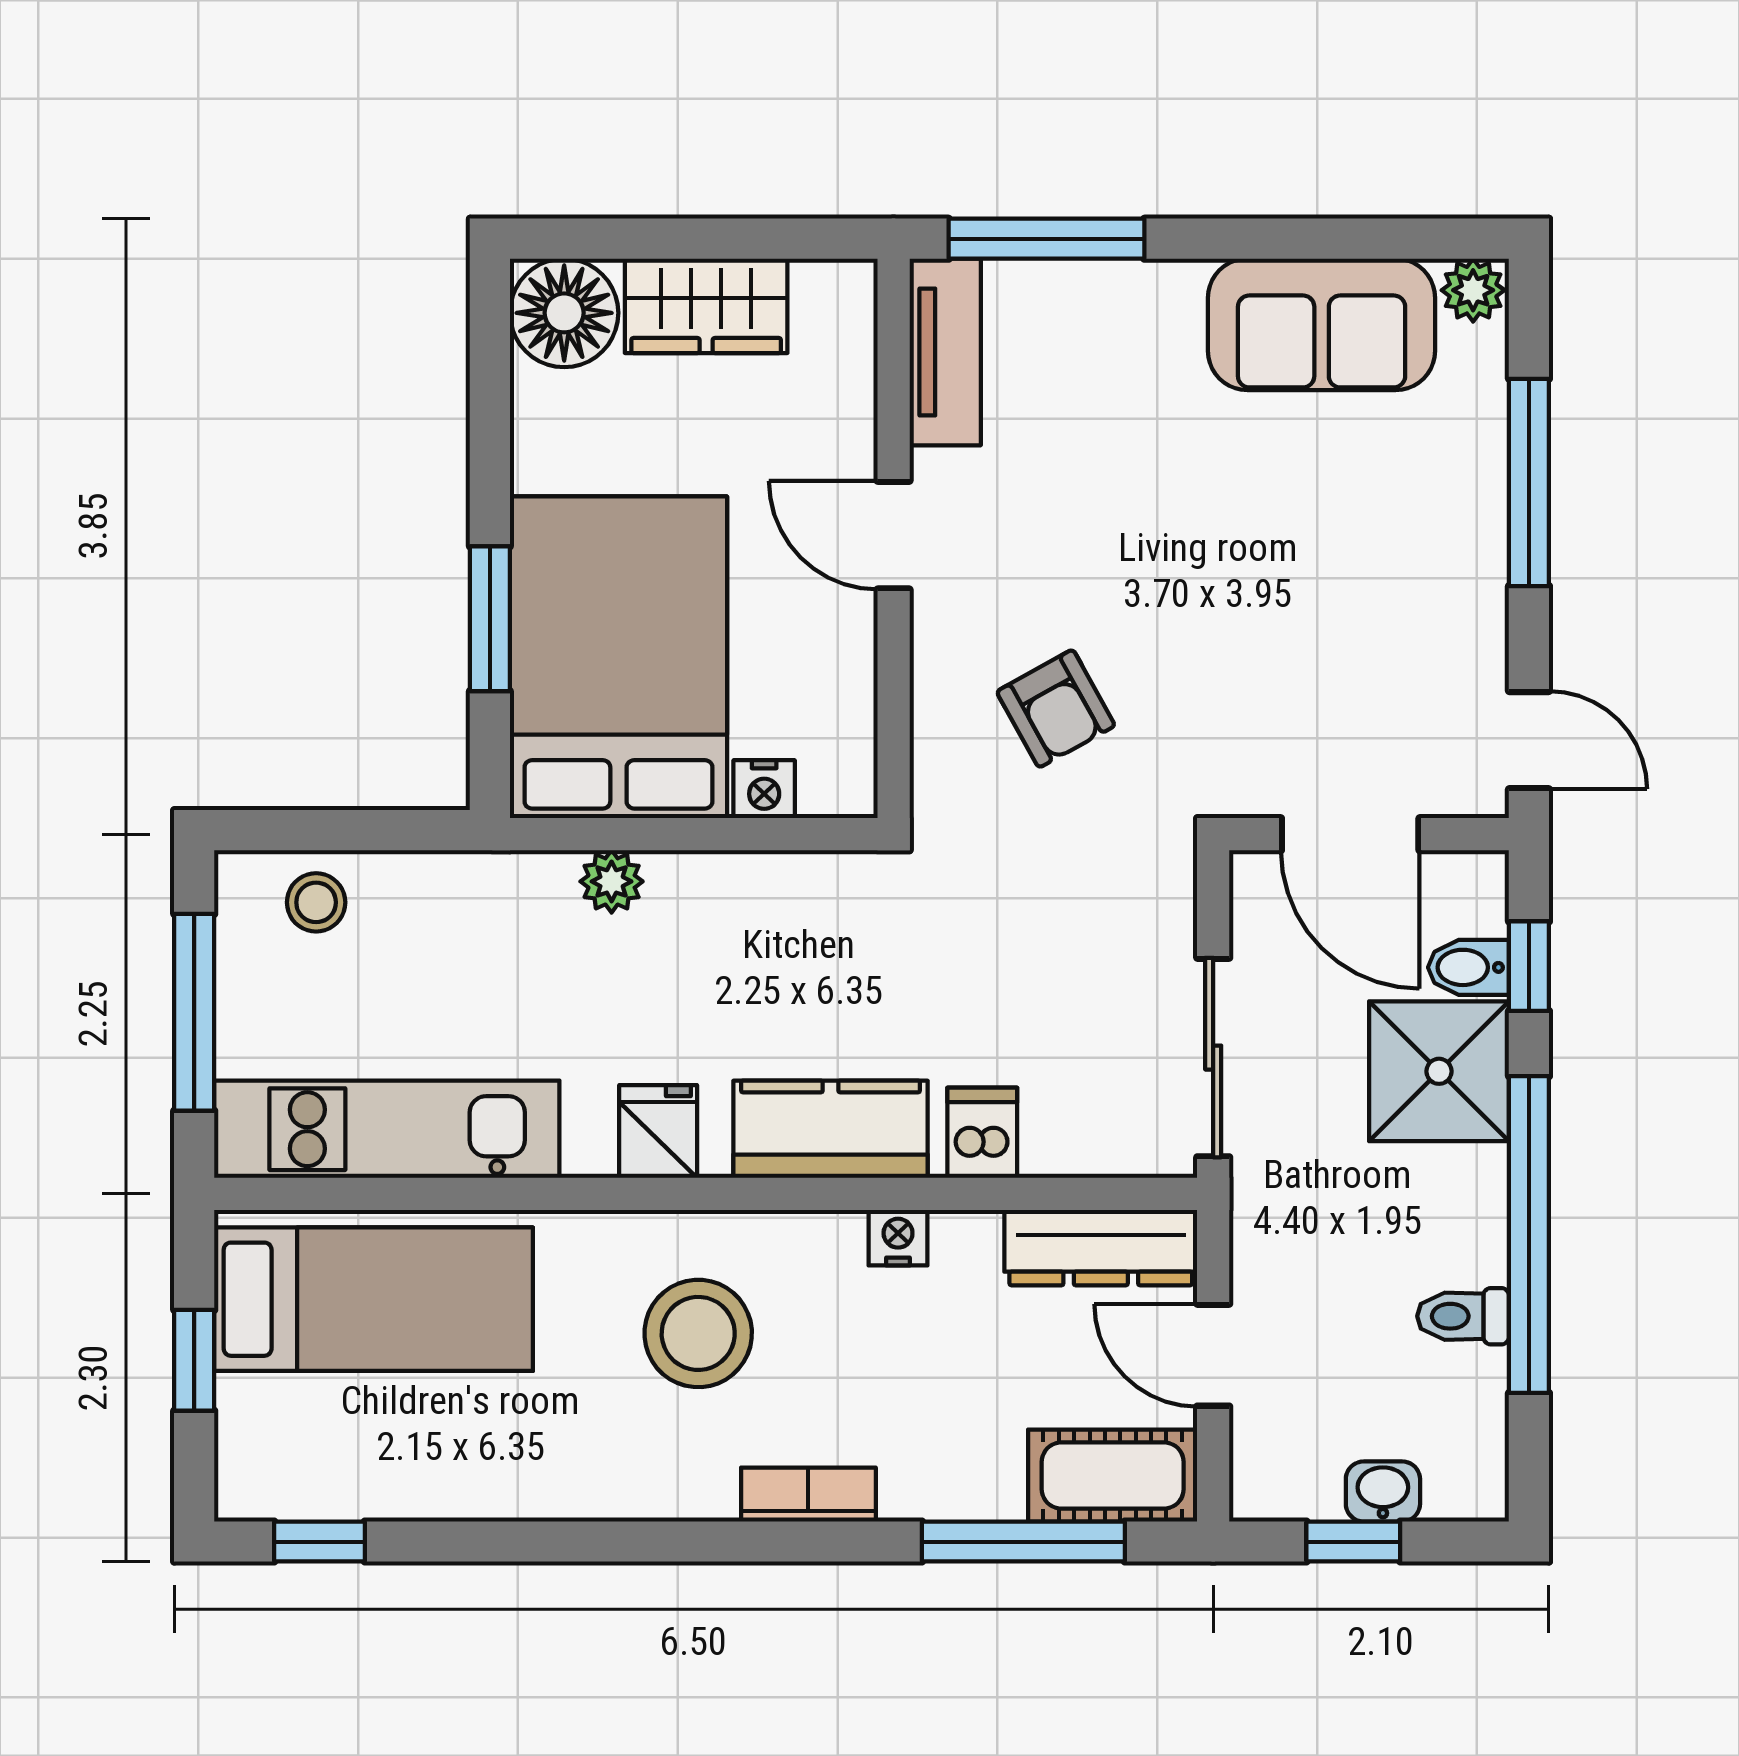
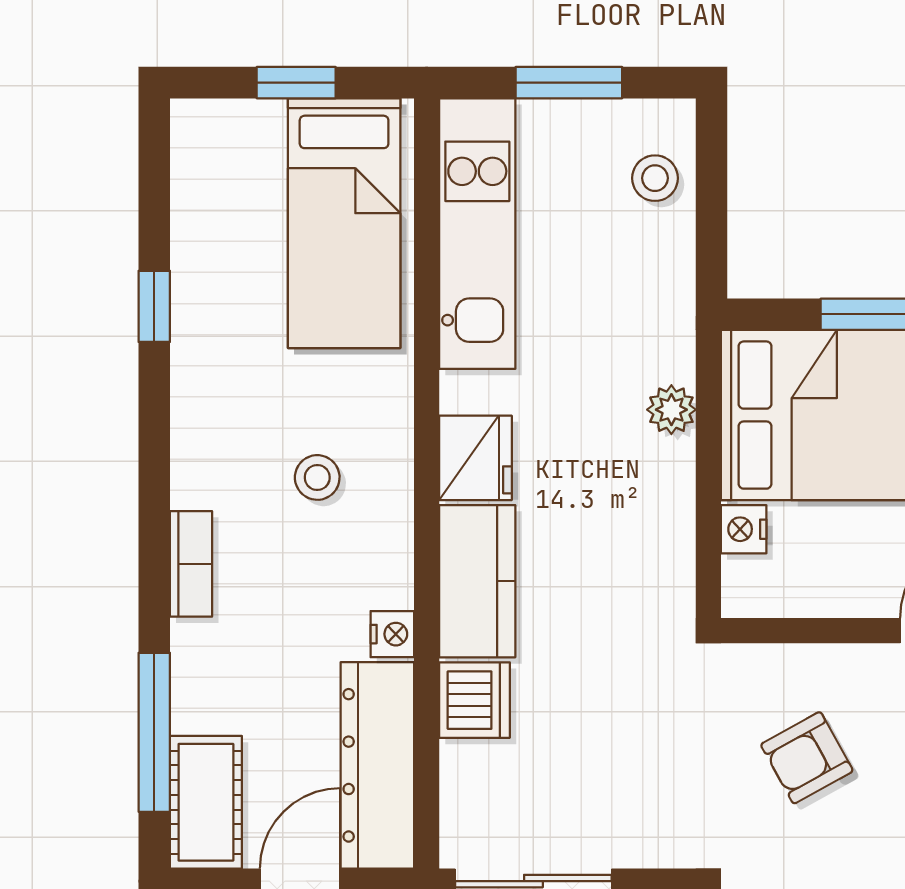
window: (194, 1012) -> (569, 83), width x0.69
fridge: (658, 1131) -> (475, 458), width x1.38
dishwasher: (982, 1133) -> (474, 700), width x1.38
dresser: (1101, 1248) -> (377, 765), width x1.37, depth x1.24
stool: (698, 1333) -> (317, 477), width x0.53, depth x0.53
window: (319, 1542) -> (154, 306), moved

